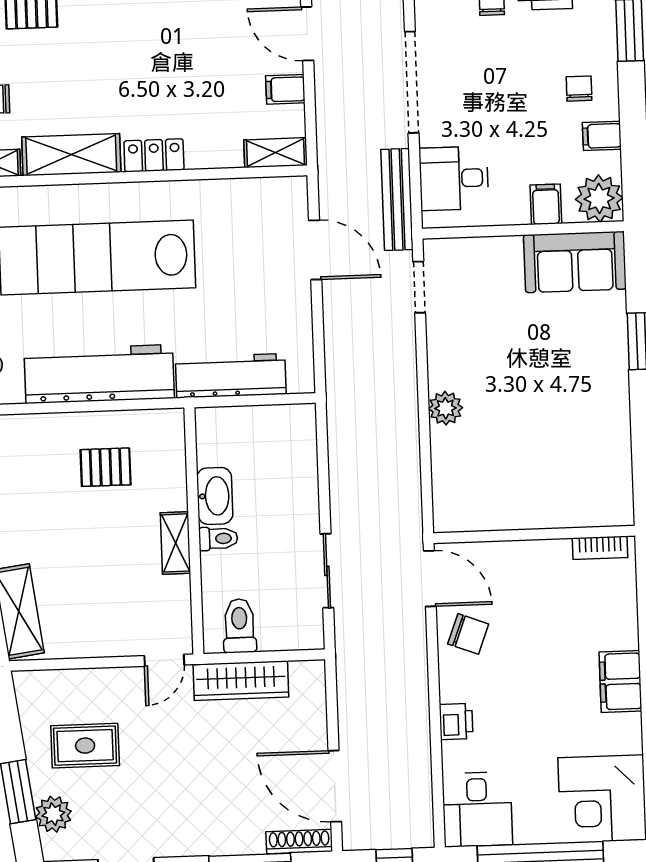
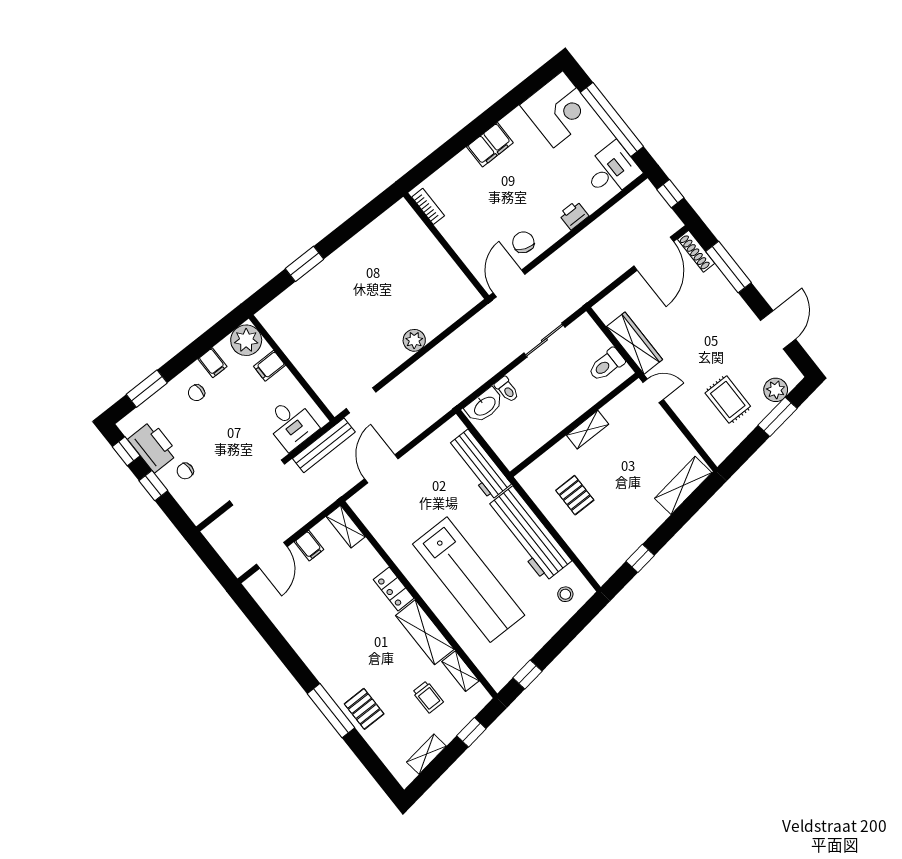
sofa: (575, 262) -> (289, 329), removed
washbasin: (215, 496) -> (484, 406), moved, turned 180
toilet: (218, 539) -> (507, 389), moved, turned 180

